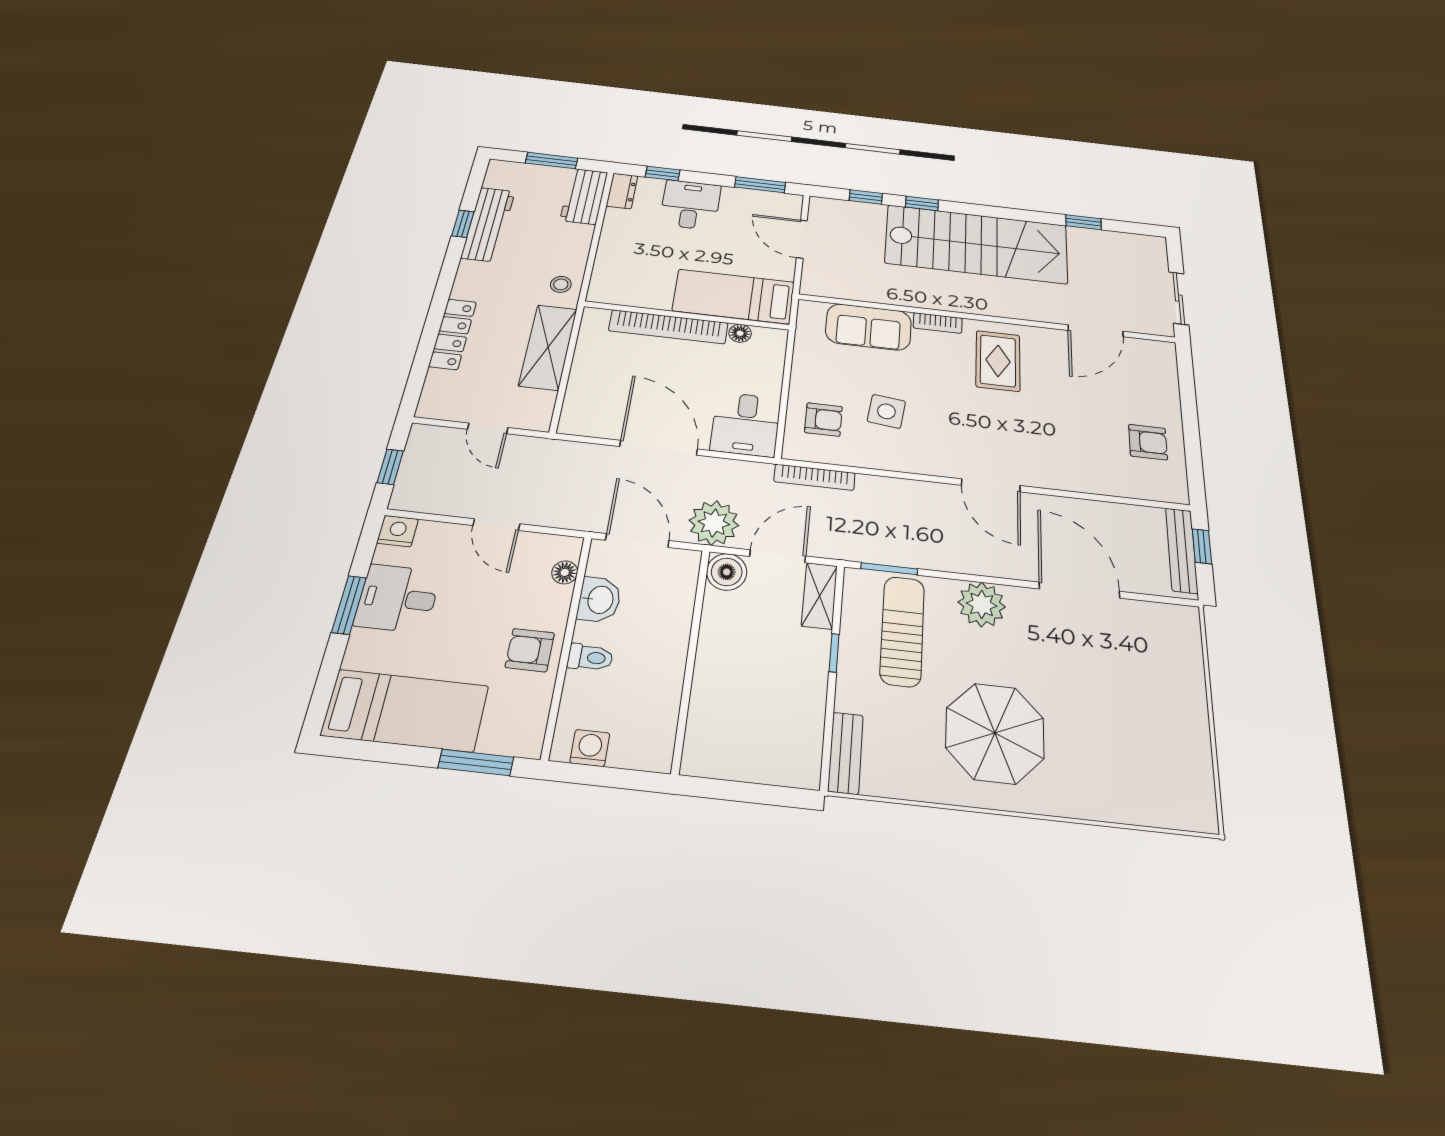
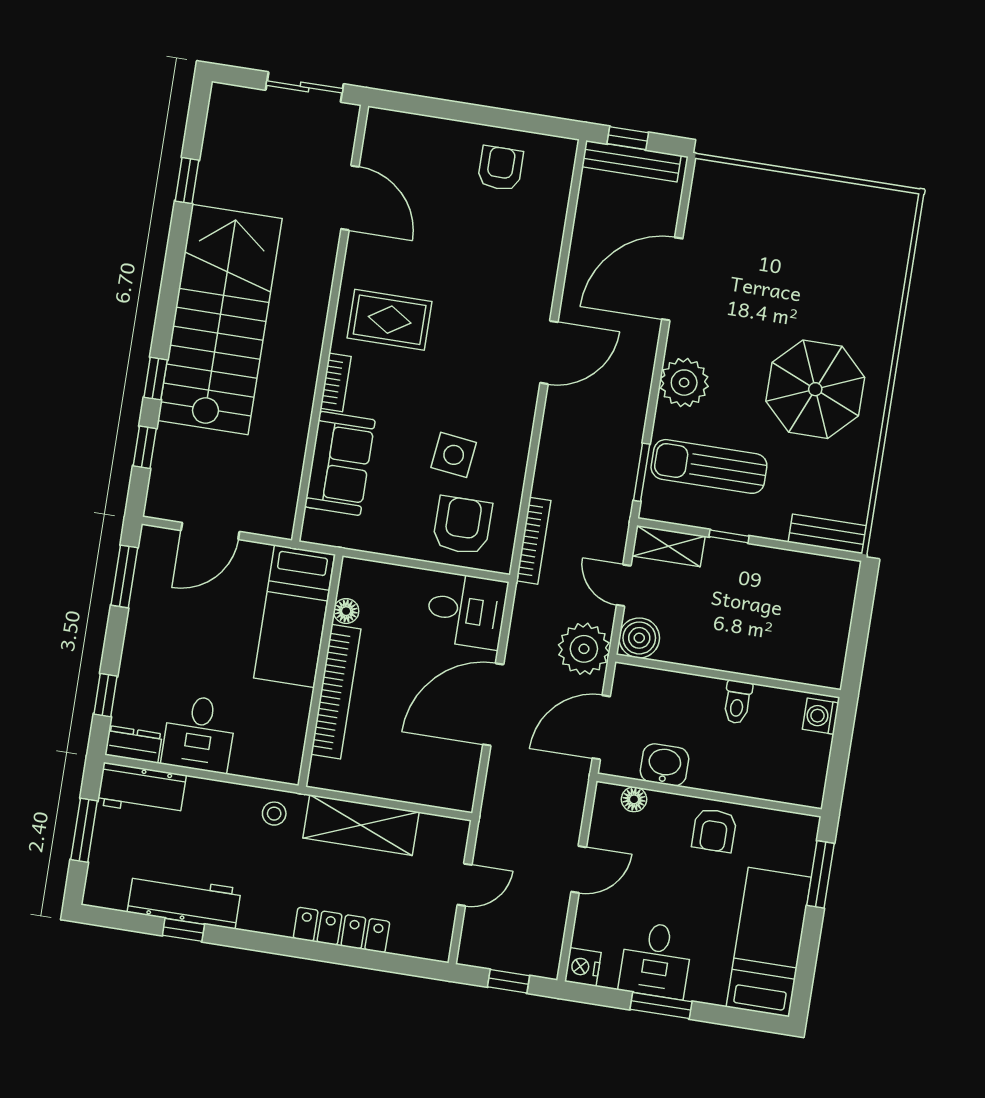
desk: (690, 205) -> (199, 734), moved, turned -90
armchair: (823, 419) -> (462, 525), width x1.38, depth x1.38
door: (778, 556) -> (624, 585), width x0.73
toilet: (590, 657) -> (737, 702), moved, turned 180
washing machine: (590, 748) -> (821, 716), moved

